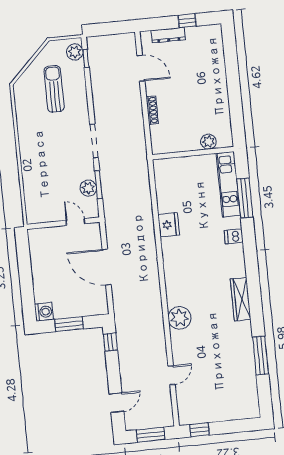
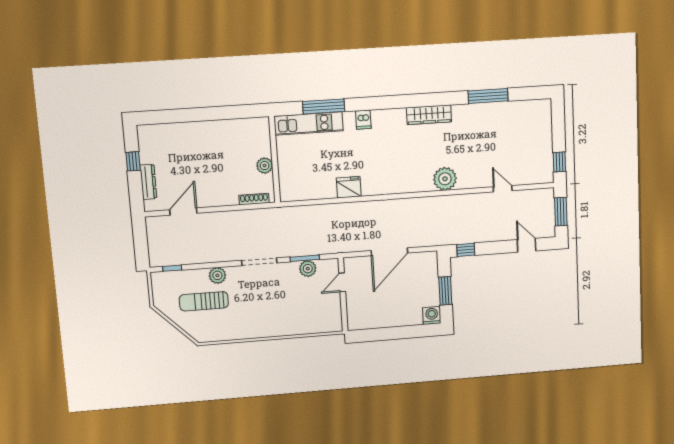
plant: (75, 52) -> (217, 275), moved
shoe rack: (152, 110) -> (254, 199), moved
plant: (208, 142) -> (265, 166), moved

